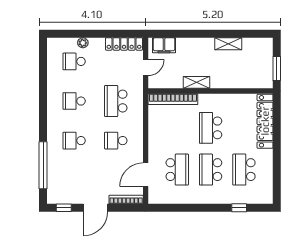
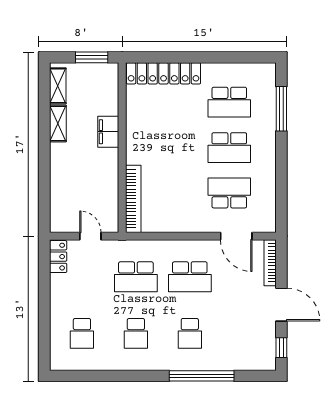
plant: (83, 43) -> (57, 322), removed
locker: (124, 44) -> (58, 257), width x0.66
filing cabinet: (164, 45) -> (108, 132), moved, turned 180
shelving: (197, 82) -> (58, 86), moved
school desk: (211, 128) -> (172, 148), removed
school desk: (116, 141) -> (190, 277), width x1.85
window: (43, 165) -> (202, 376), moved
window: (239, 208) -> (281, 109), width x2.17

